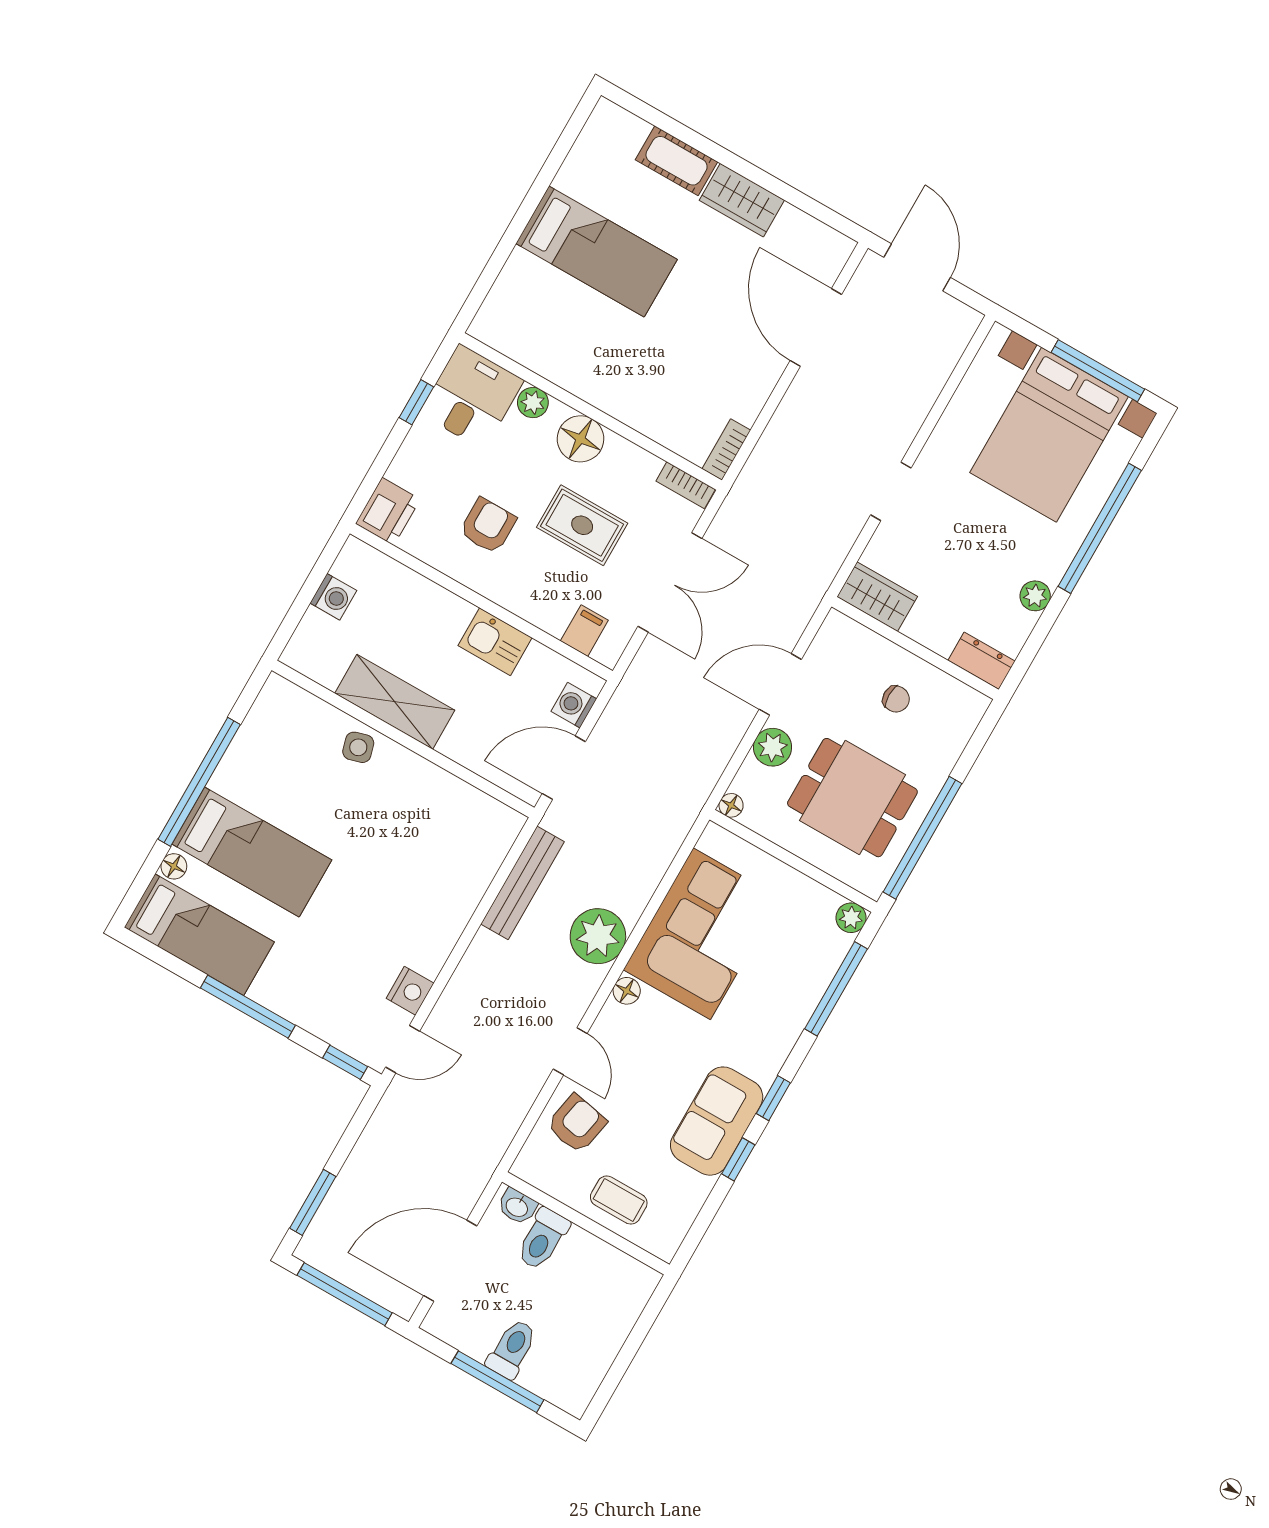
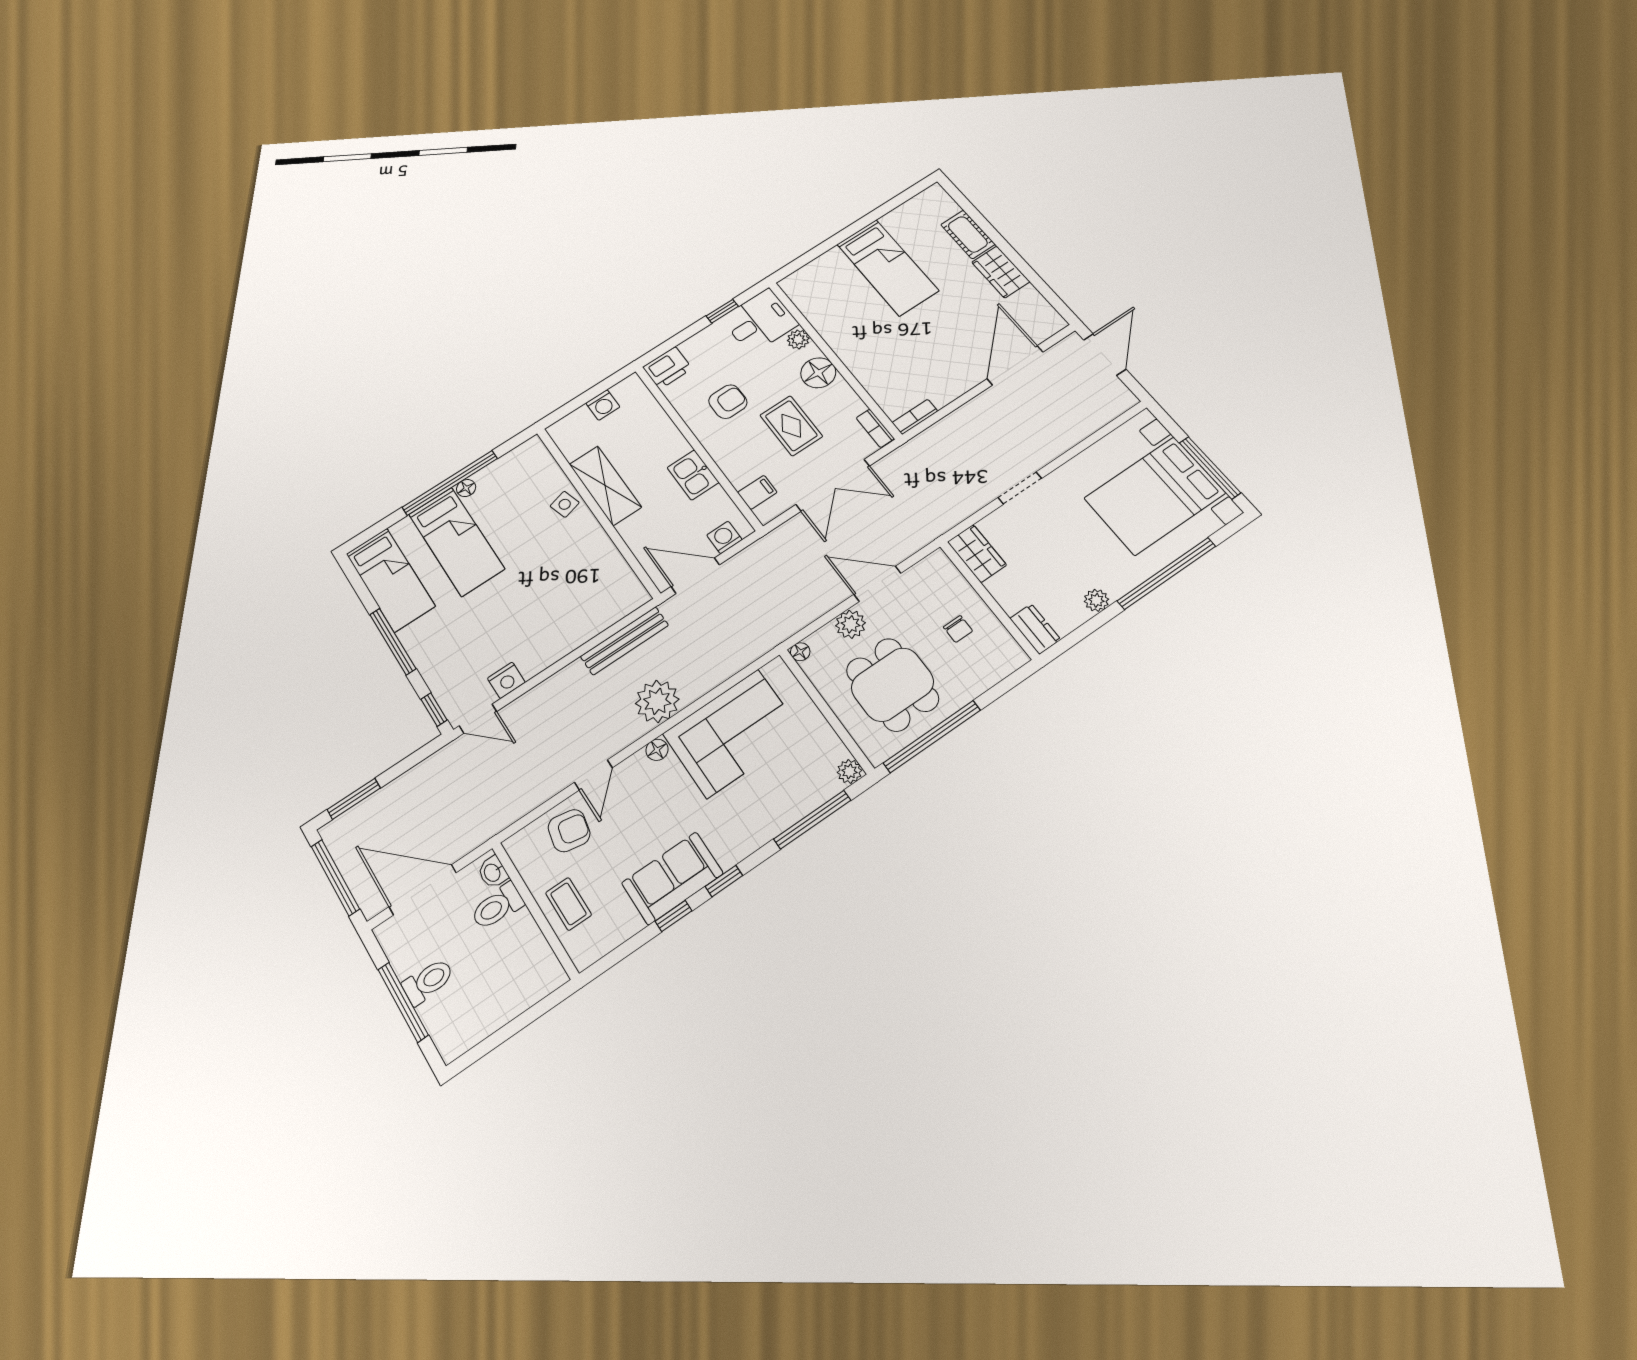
floor lamp: (174, 866) -> (466, 488), moved

